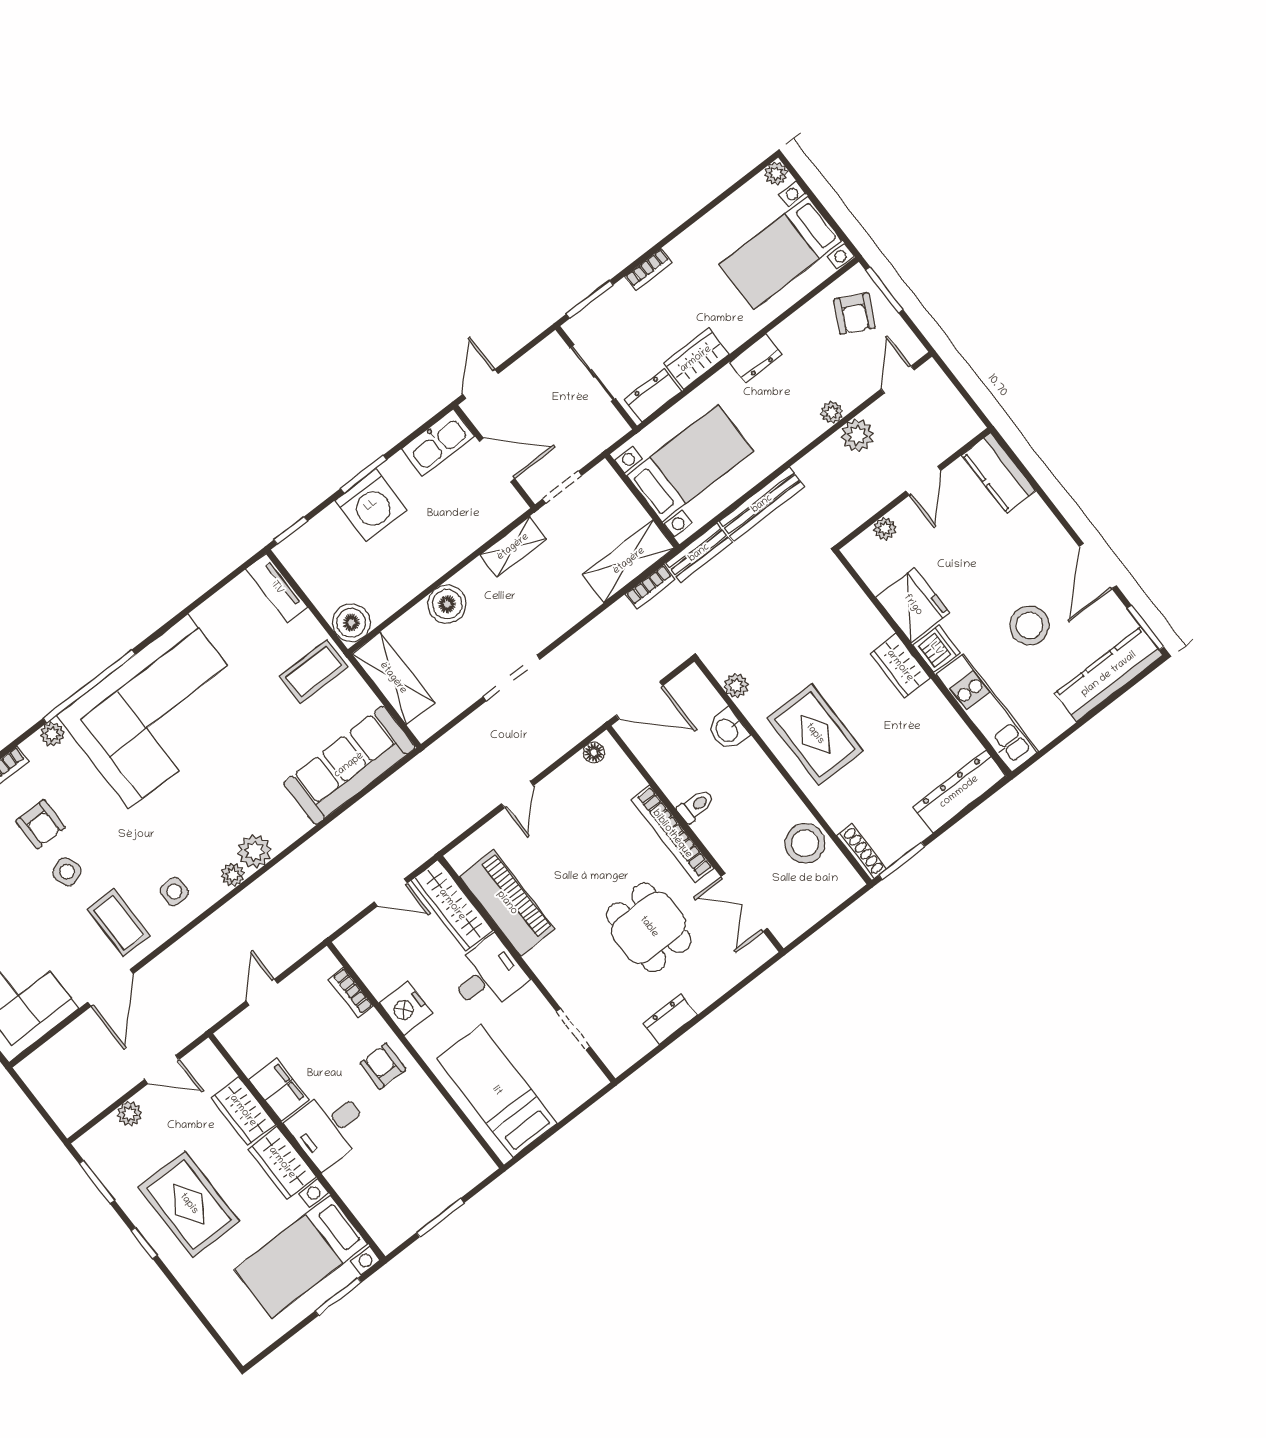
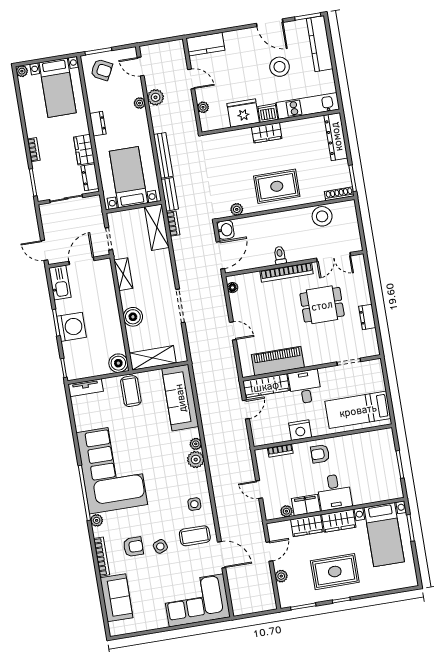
washbasin: (727, 730) -> (226, 230), moved, turned -90
plant: (233, 875) -> (196, 444), moved
plant: (249, 1061) -> (286, 511), added

